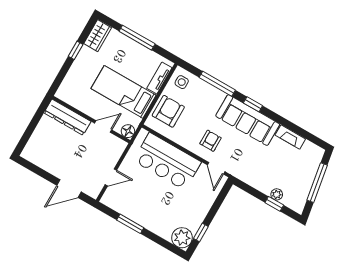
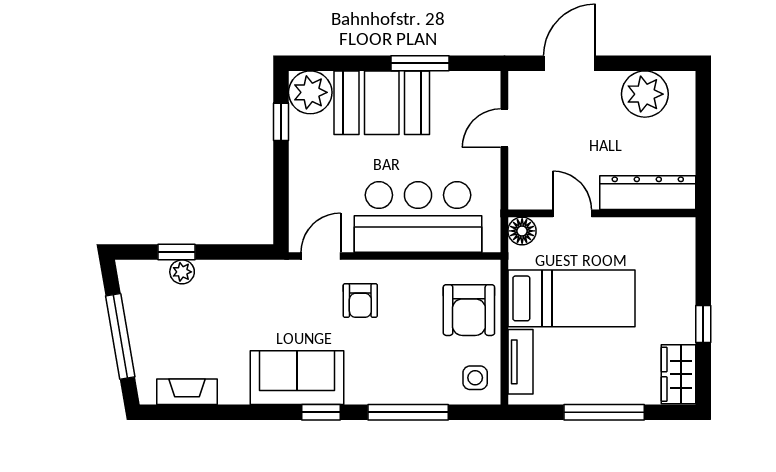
sofa: (248, 120) -> (297, 378), width x0.73
door: (103, 126) -> (572, 213), swing flipped
fireplace: (290, 137) -> (187, 392), moved
plant: (45, 158) -> (645, 94), added
door: (216, 168) -> (321, 256), hinge flipped
booth: (155, 217) -> (382, 103), added

